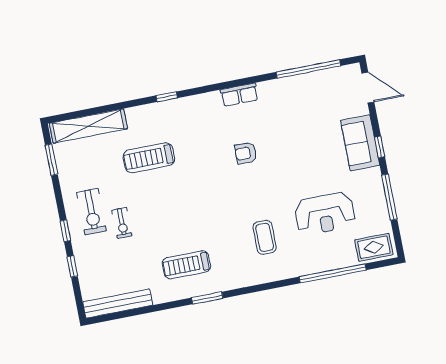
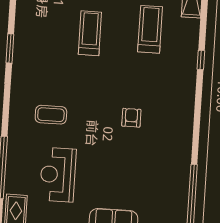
row of seats: (239, 95) -> (185, 126), removed
treadmill: (186, 265) -> (90, 33), moved

